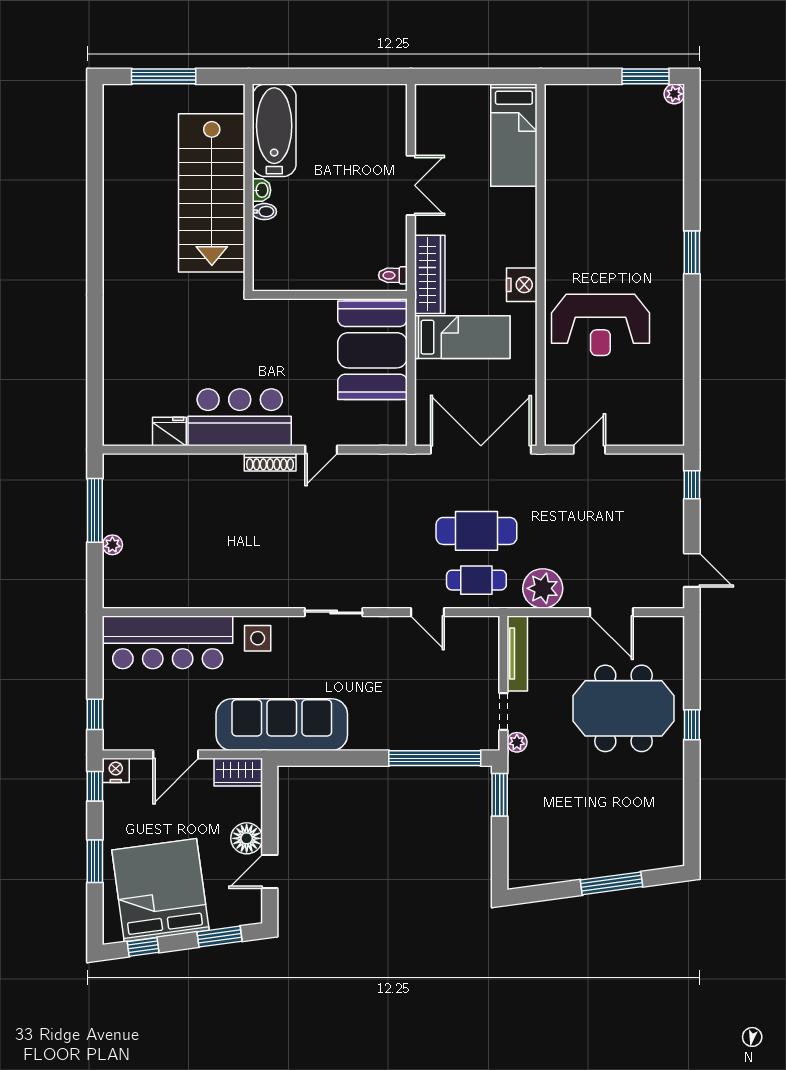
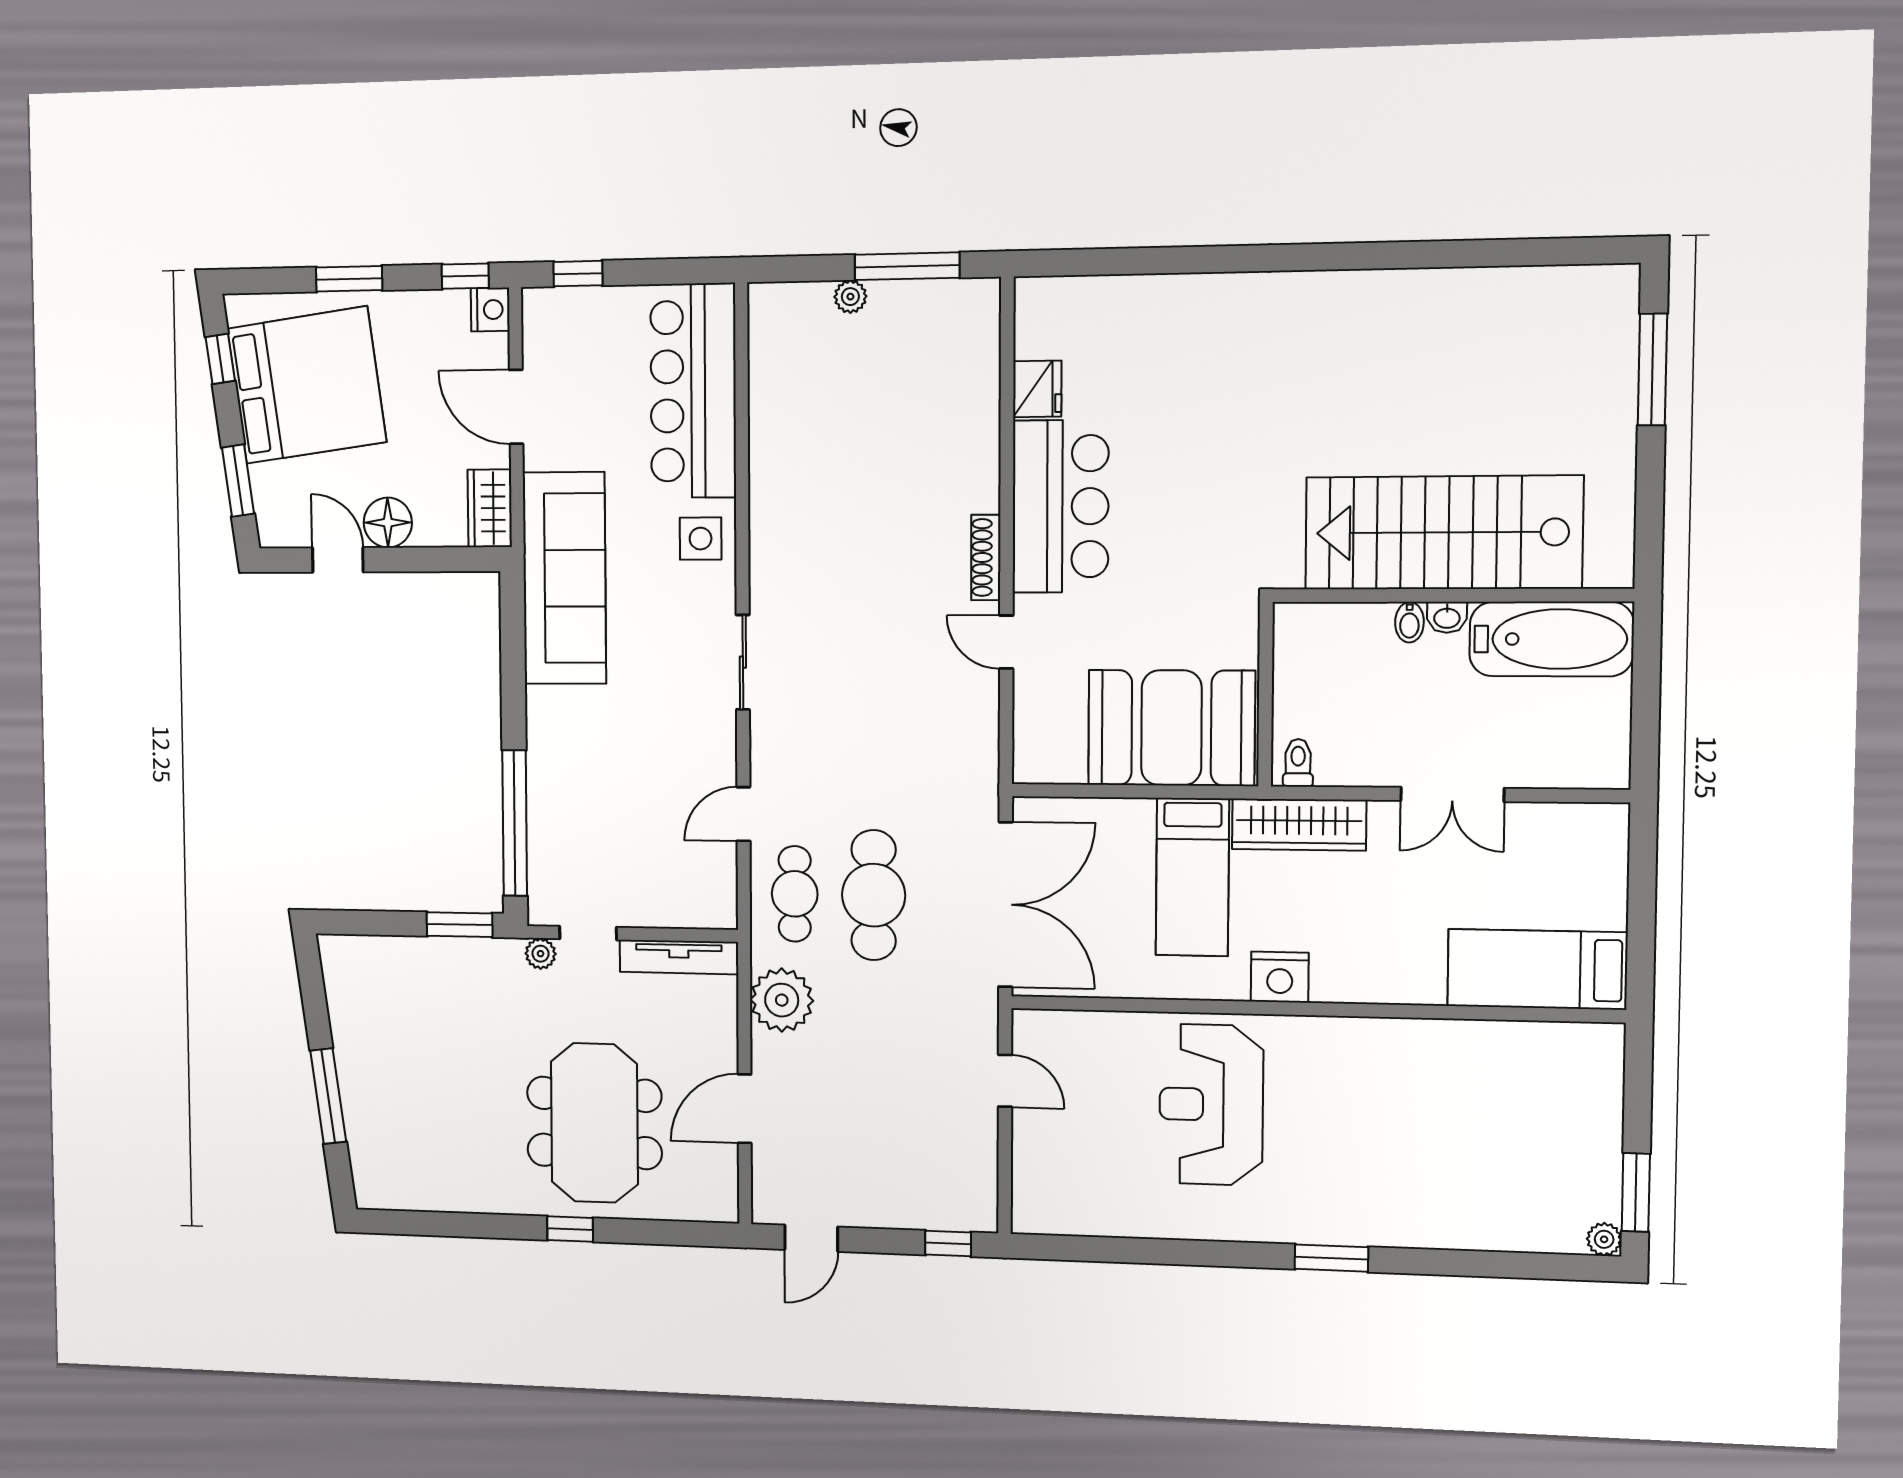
bathtub: (274, 130) -> (1551, 639), moved
wall: (249, 188) -> (1452, 595), moved
washbasin: (261, 190) -> (1447, 617), moved
stairs: (212, 193) -> (1443, 533), moved
bidet: (264, 212) -> (1409, 622), moved

